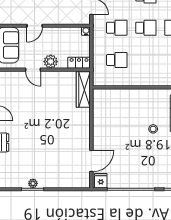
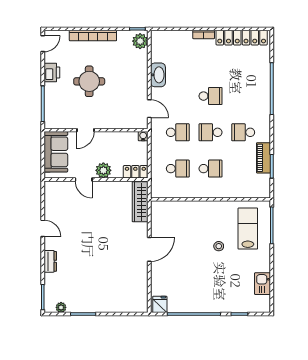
school desk: (146, 28) -> (211, 132), turned 180
school desk: (146, 60) -> (211, 169), added
door: (91, 161) -> (149, 249), moved
plant: (33, 183) -> (61, 307), moved

